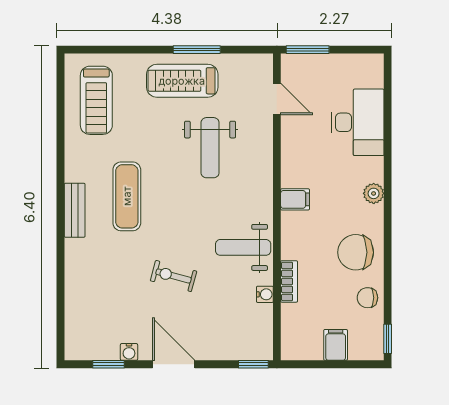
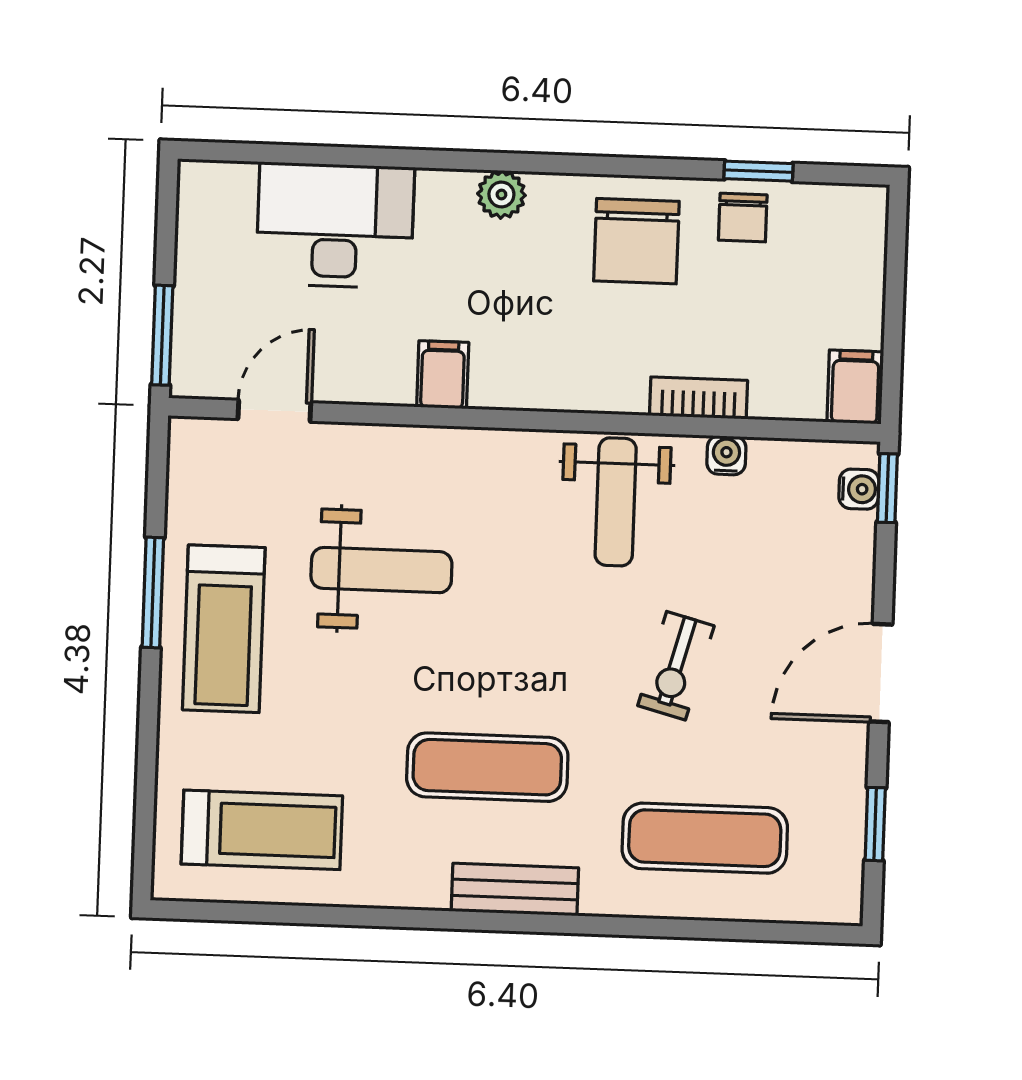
filing cabinet: (295, 199) -> (443, 375), moved
exercise mat: (100, 291) -> (705, 838), added
window: (388, 339) -> (758, 171), moved
filing cabinet: (336, 345) -> (855, 387), moved, turned 90
water cooler: (129, 352) -> (859, 489), moved

